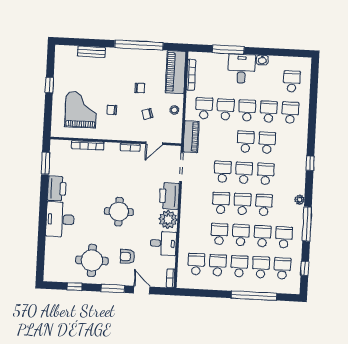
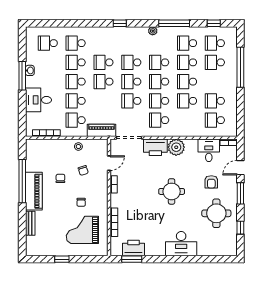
window: (228, 50) -> (22, 76), moved
desk: (241, 69) -> (38, 100), moved
piano: (176, 72) -> (34, 191), moved, turned -90
door: (154, 143) -> (109, 163), hinge flipped
printer: (57, 189) -> (133, 248), moved
desk: (163, 243) -> (209, 150), moved
school desk: (239, 266) -> (159, 120), moved

